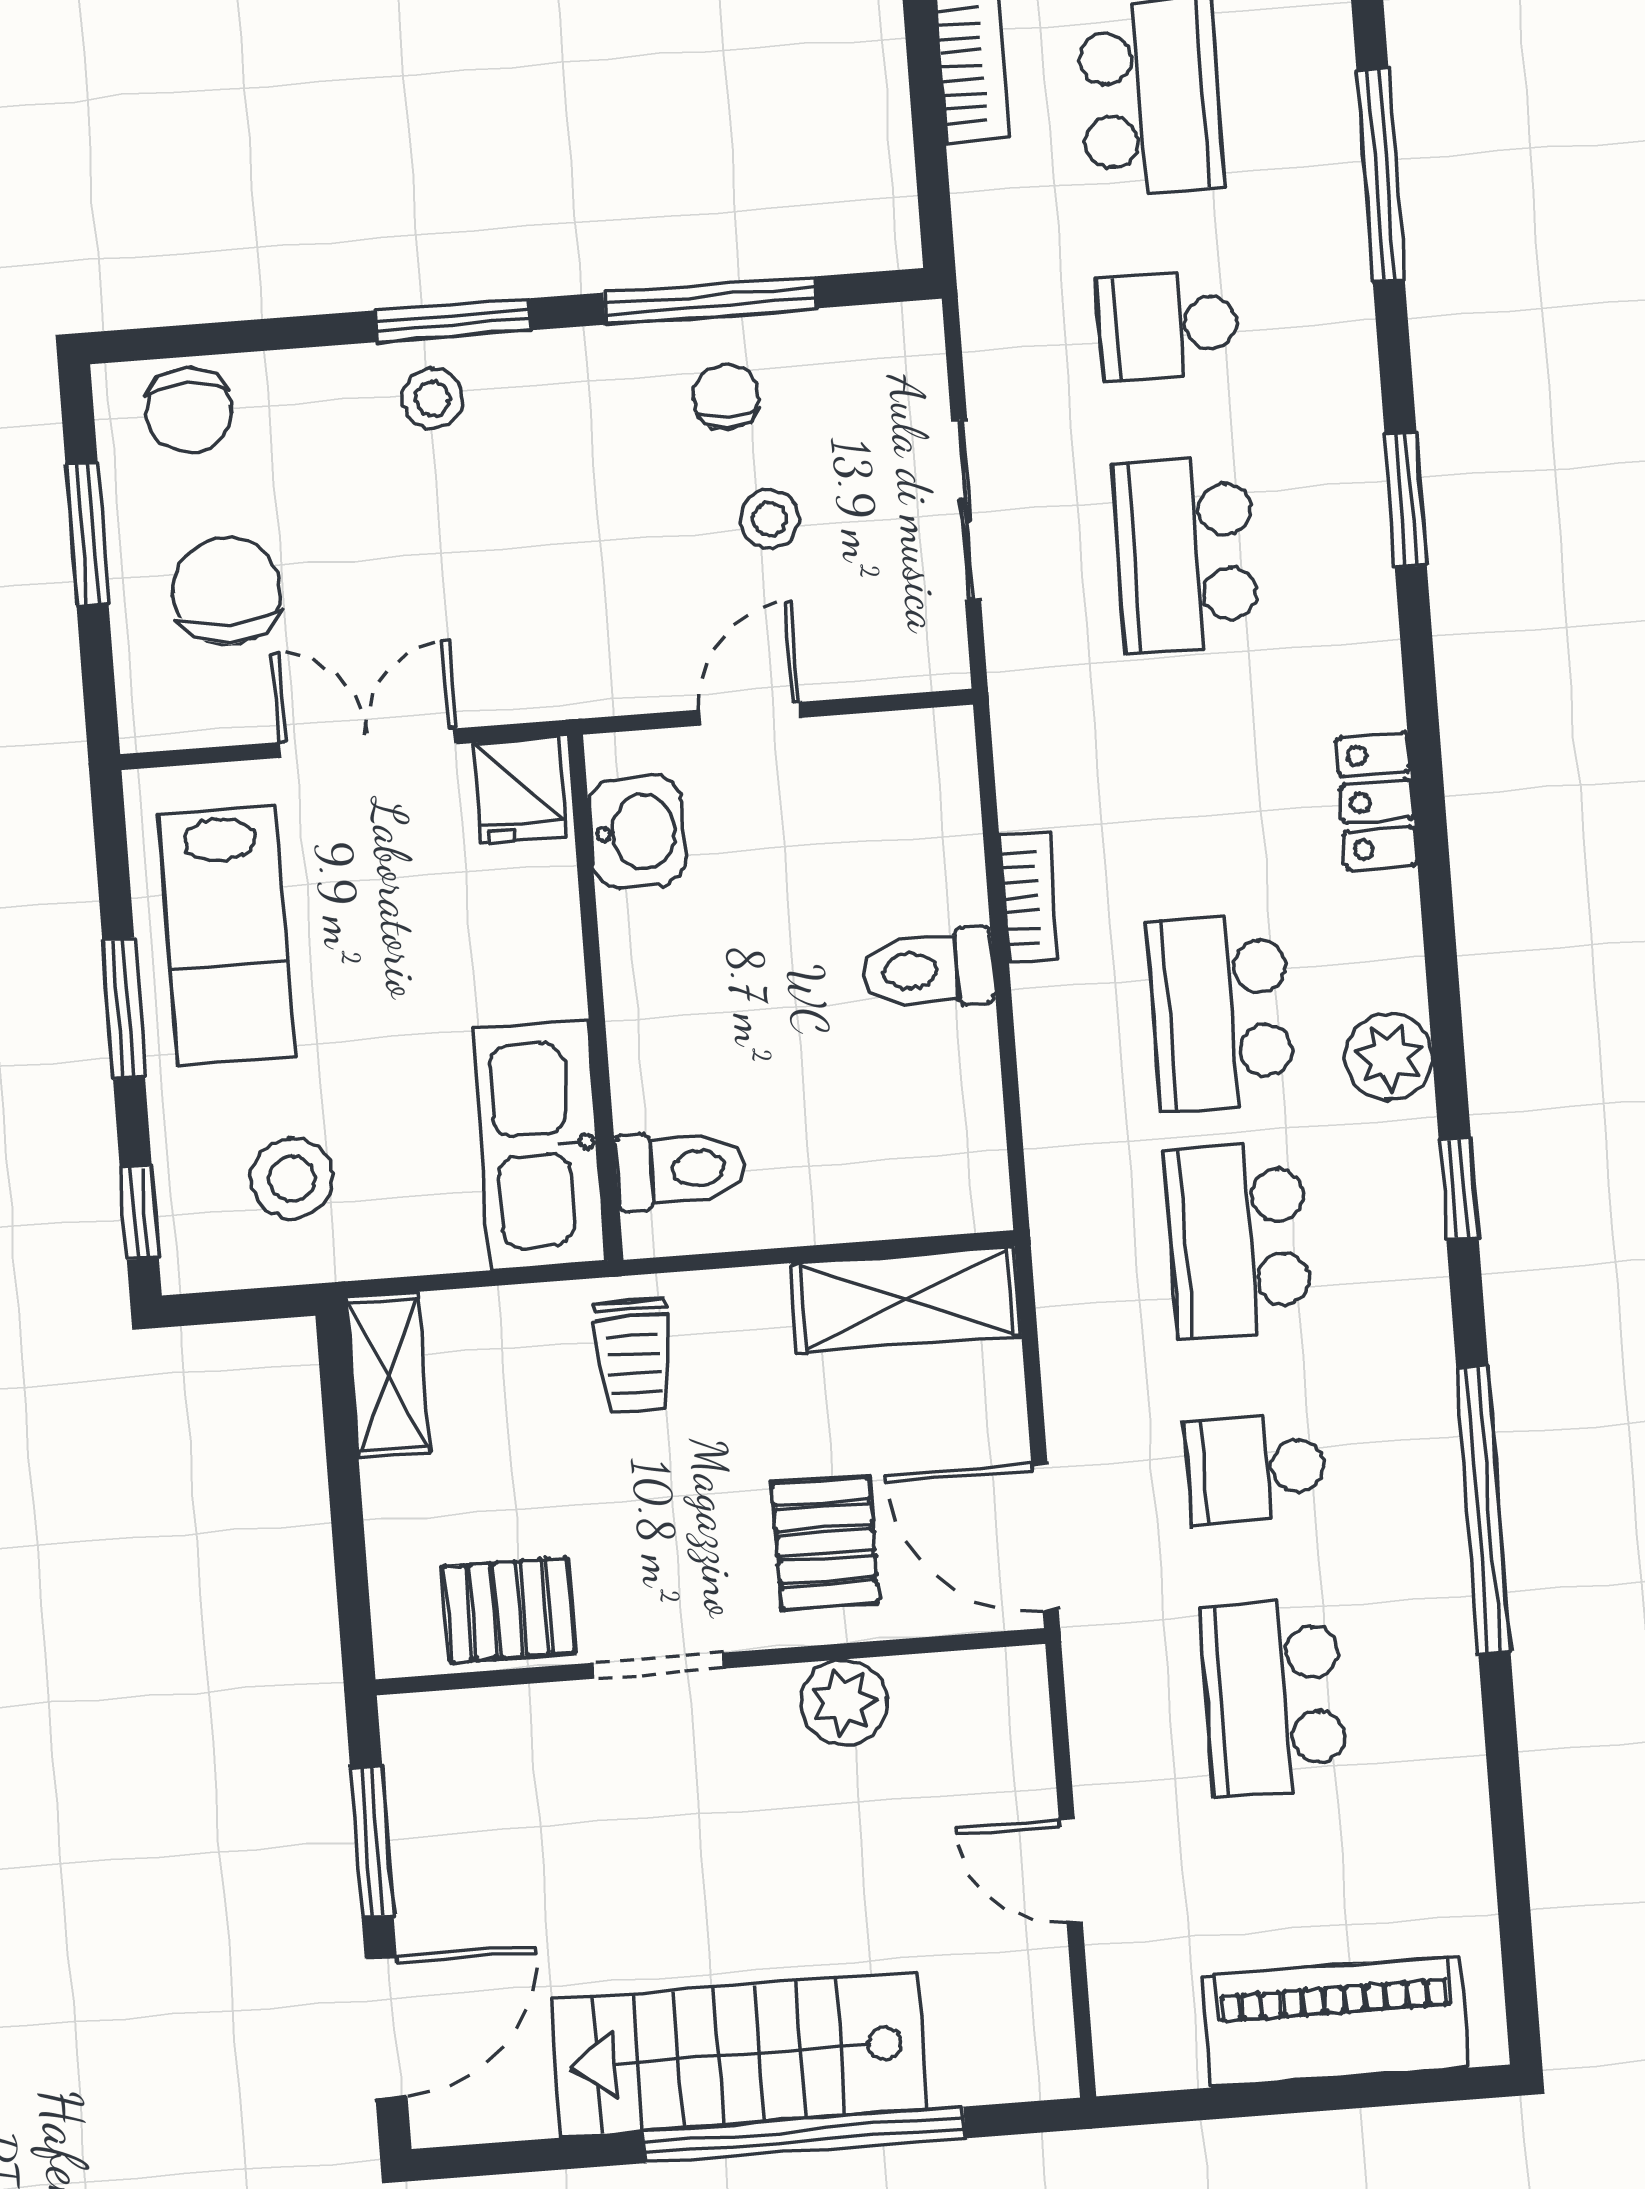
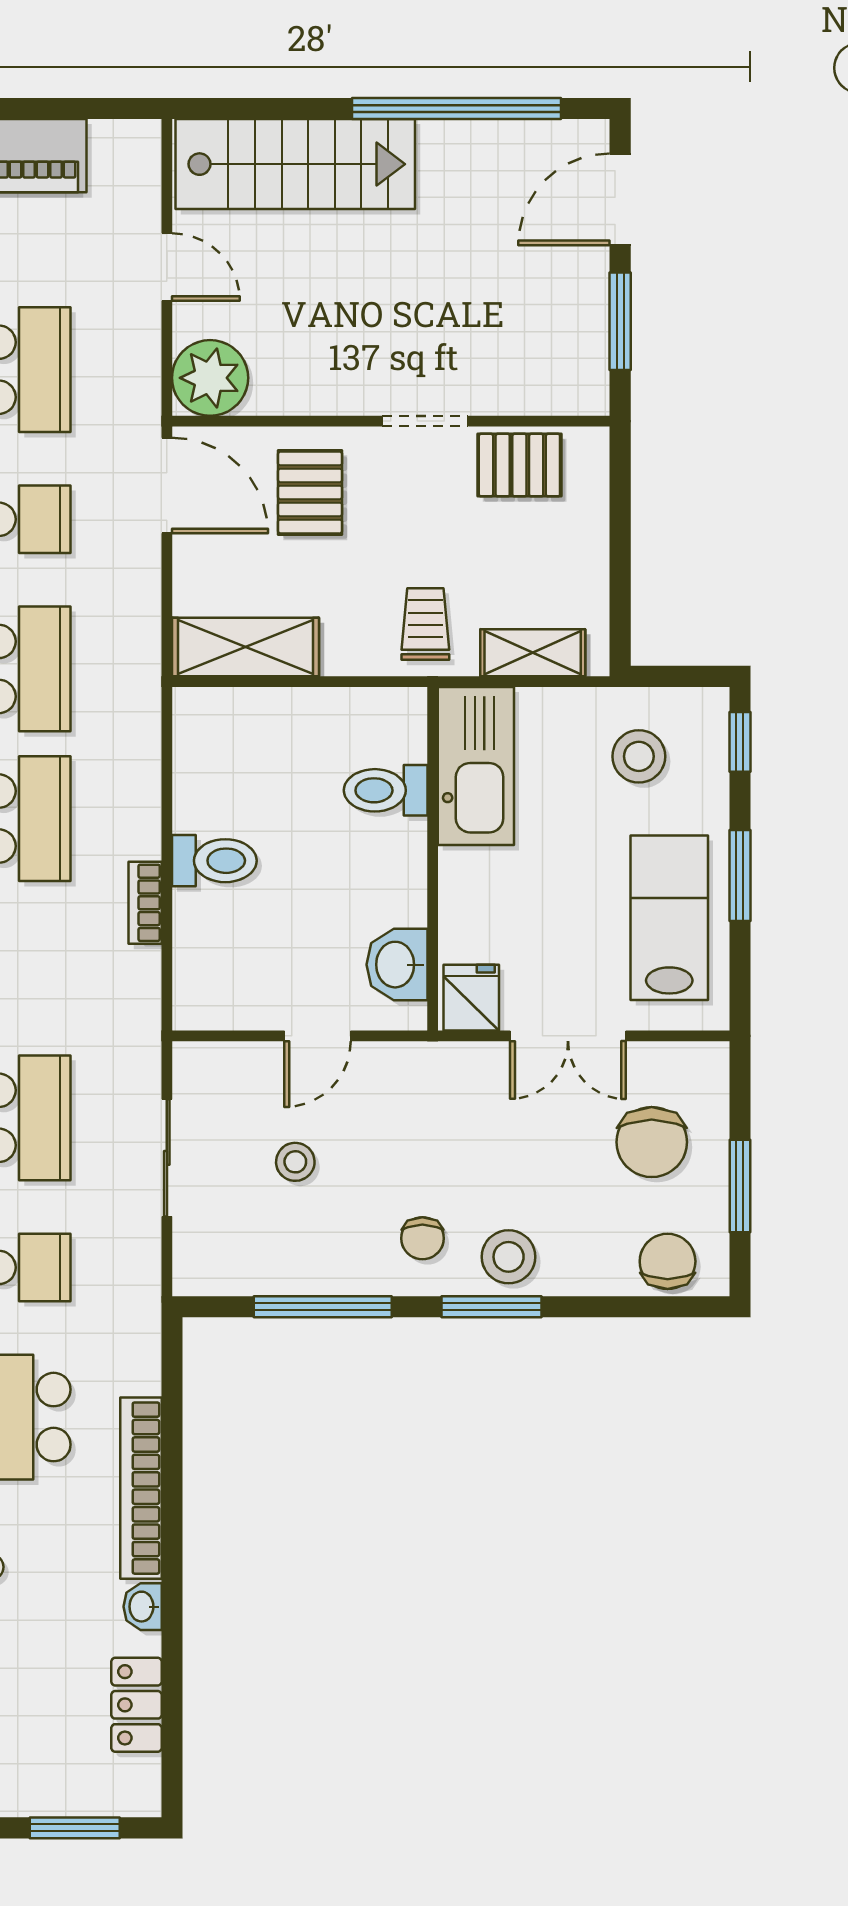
chair: (726, 397) -> (422, 1238), moved
stool: (432, 399) -> (509, 1257), width x1.37, depth x1.37
toilet: (681, 1170) -> (386, 790), moved
shelving: (388, 1375) -> (533, 653), moved, turned 90
plant: (844, 1702) -> (210, 378), moved, width x1.36, depth x1.36
stairs: (739, 2055) -> (295, 164), moved
window: (804, 2135) -> (456, 109), moved

